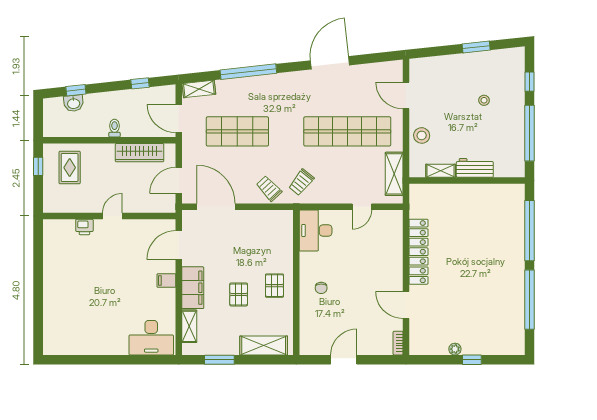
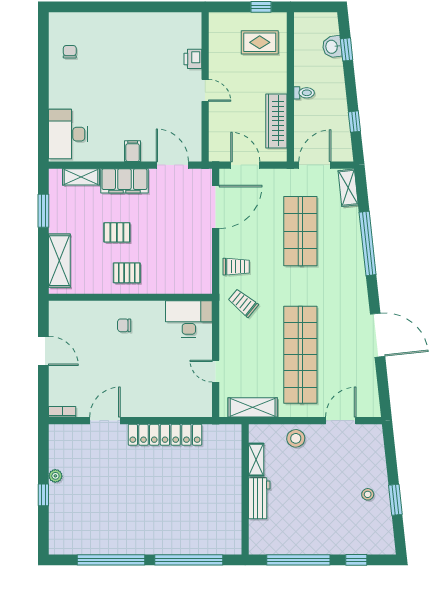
stool: (484, 100) -> (368, 494), moved
trolley: (269, 188) -> (236, 267), turned 43
chair: (78, 336) -> (70, 52), added

